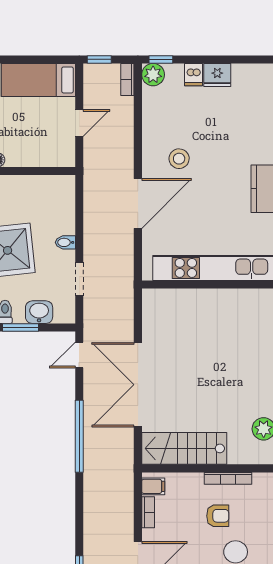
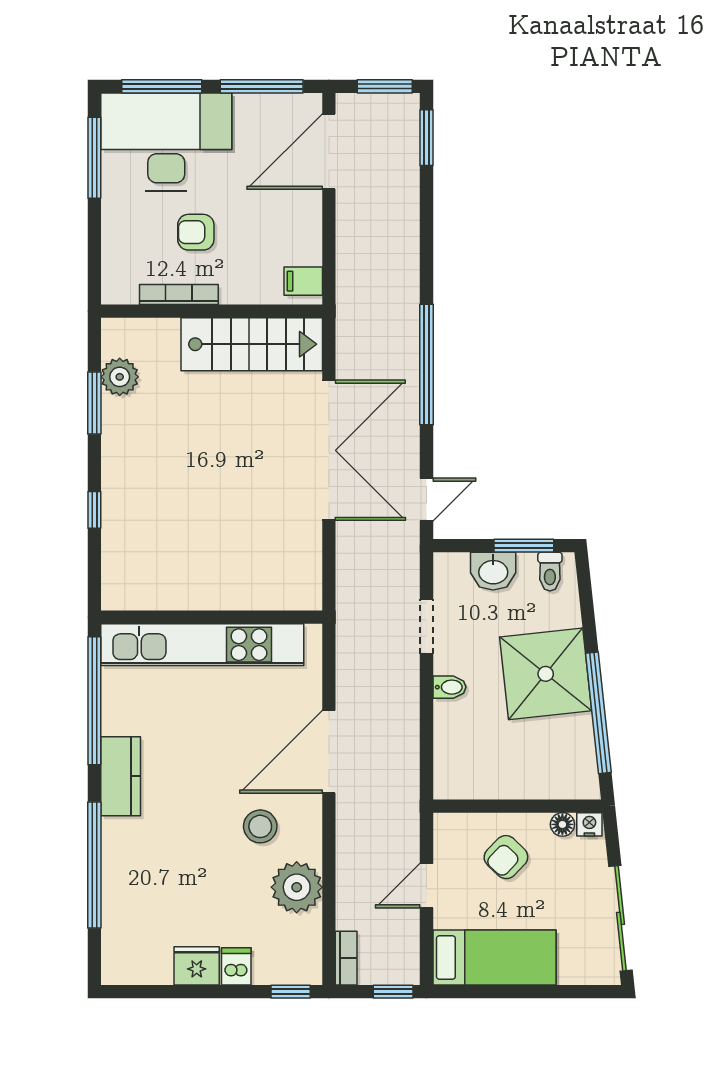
plant: (153, 75) -> (297, 887), moved, width x1.36, depth x1.36
armchair: (31, 140) -> (506, 857), added
bookcase: (148, 512) -> (312, 238), removed

